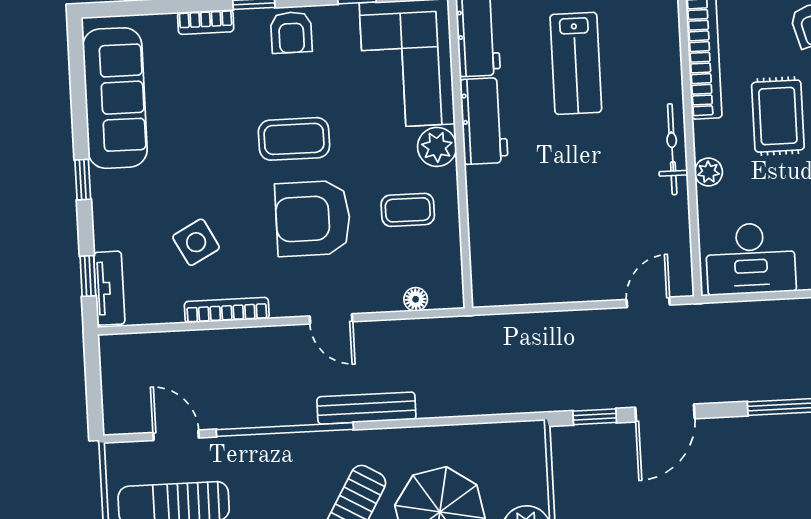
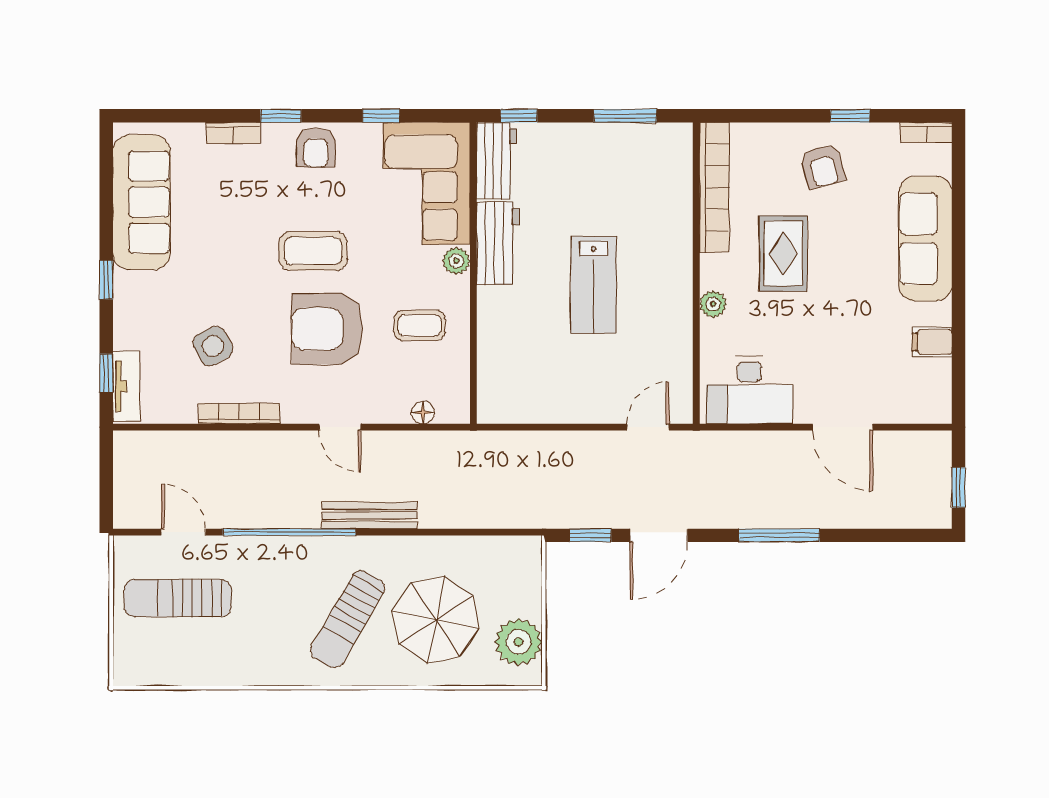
lab bench: (576, 63) -> (594, 285), moved
plant: (437, 147) -> (456, 261), width x0.73, depth x0.73
bicycle: (672, 149) -> (679, 280), removed

